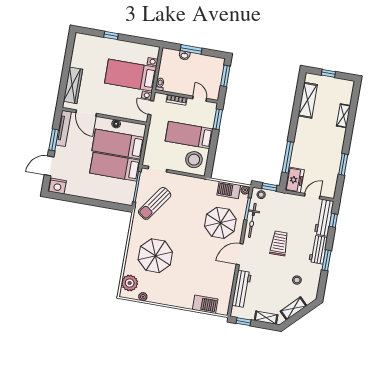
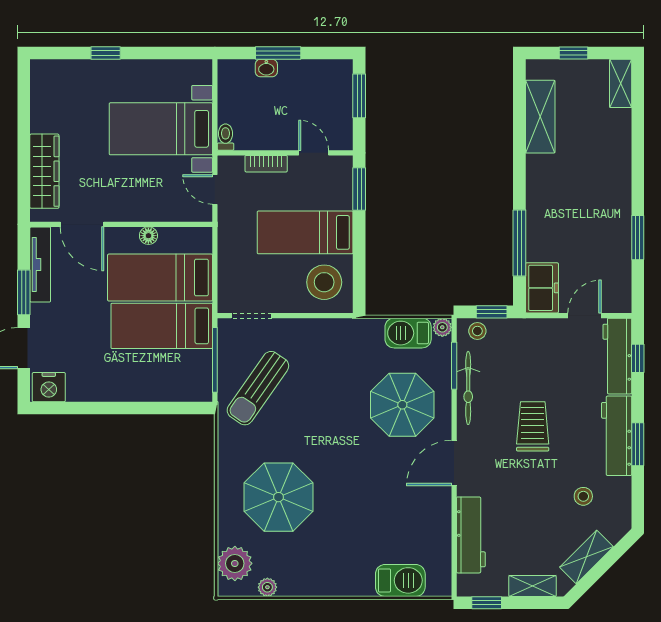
shelving: (343, 116) -> (621, 83), moved
workbench: (318, 250) -> (617, 436), width x1.38

